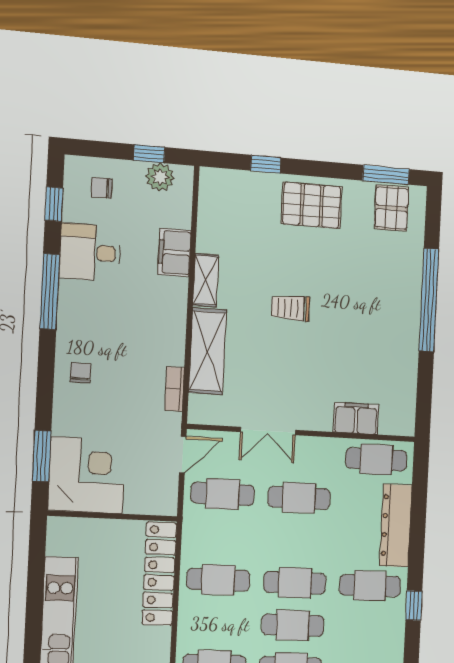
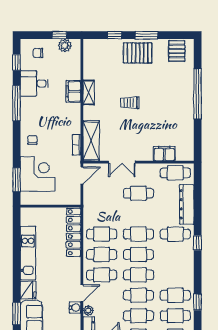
window: (386, 175) -> (147, 35), moved
filing cabinet: (174, 252) -> (73, 91), moved
shelving: (207, 351) -> (91, 141), moved
corner desk: (87, 475) -> (38, 174), moved
cafe table: (223, 494) -> (102, 254), moved

